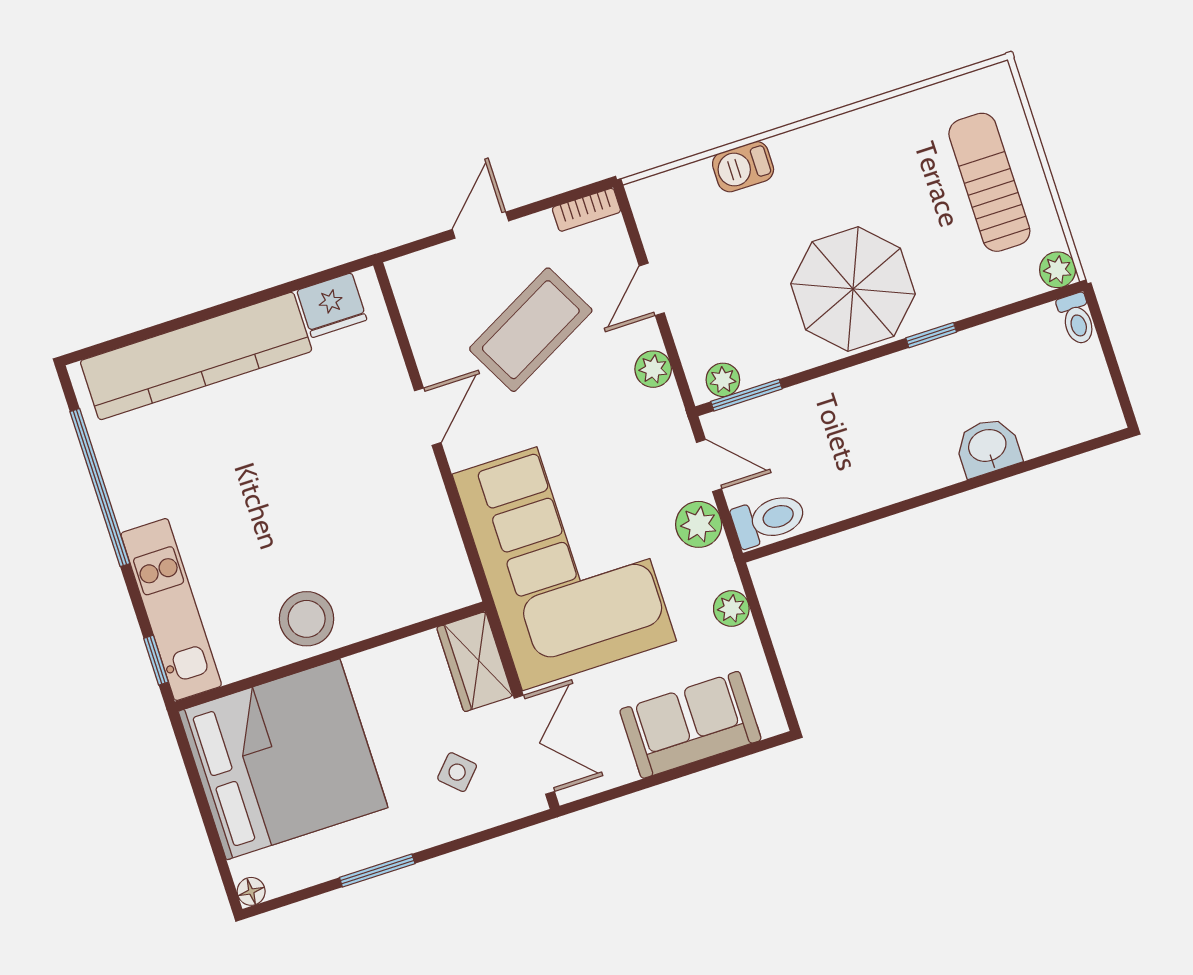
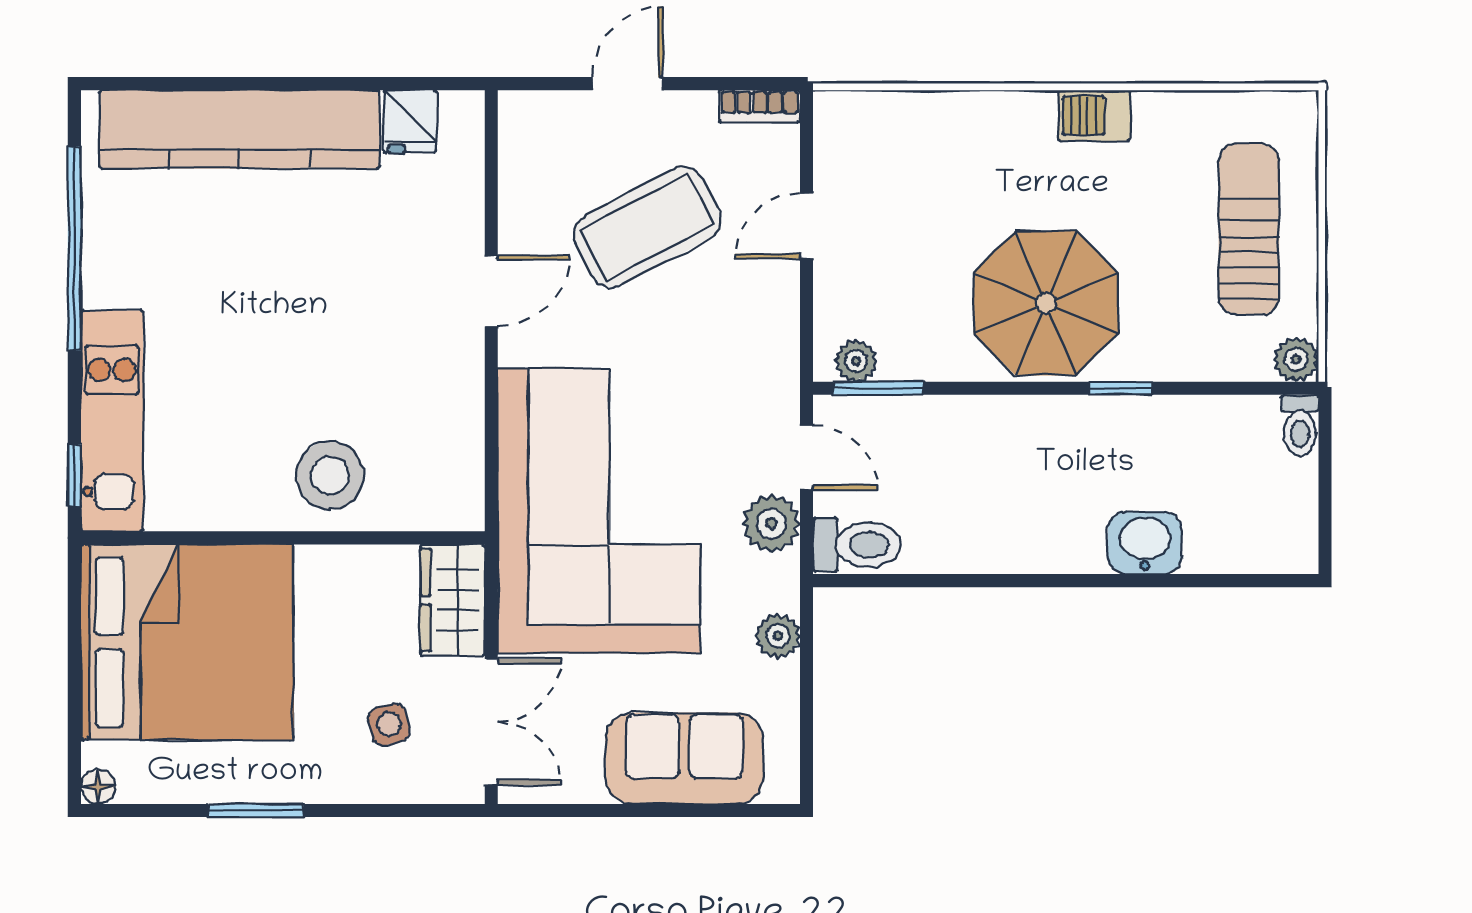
barbecue: (743, 167) -> (1094, 116), moved
fridge: (332, 305) -> (410, 121), width x0.72
plant: (653, 369) -> (777, 321), removed
stool: (307, 619) -> (330, 475), moved
side table: (457, 772) -> (389, 724), turned 32

